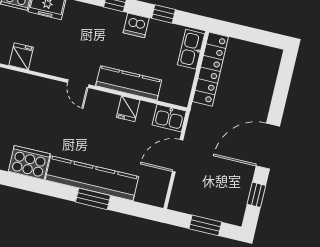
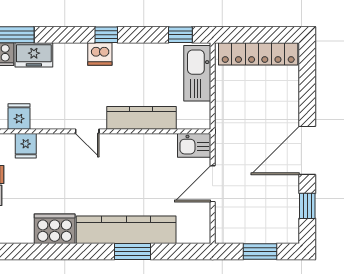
window: (163, 14) -> (180, 35), moved
dishwasher: (136, 25) -> (100, 54), moved
kitchen sink: (191, 49) -> (197, 73), width x1.36, depth x1.24
locker: (210, 69) -> (258, 54), moved, turned 90
fridge: (128, 109) -> (26, 146), moved

